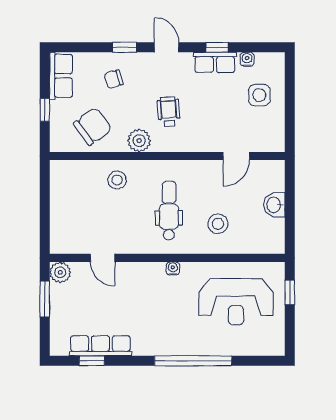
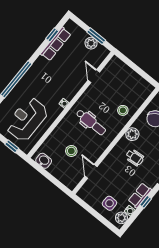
plant: (266, 63) -> (121, 218), added
washbasin: (274, 205) -> (44, 161), moved
stool: (218, 224) -> (71, 151), moved
door: (103, 258) -> (94, 76), hinge flipped
plant: (60, 272) -> (91, 43), moved

